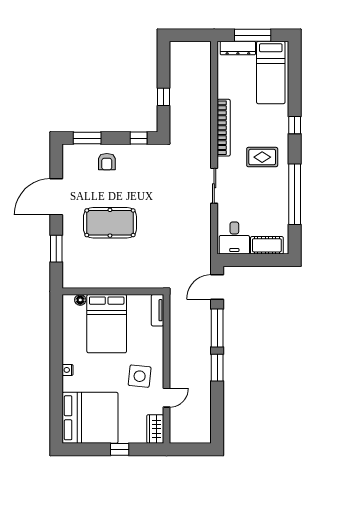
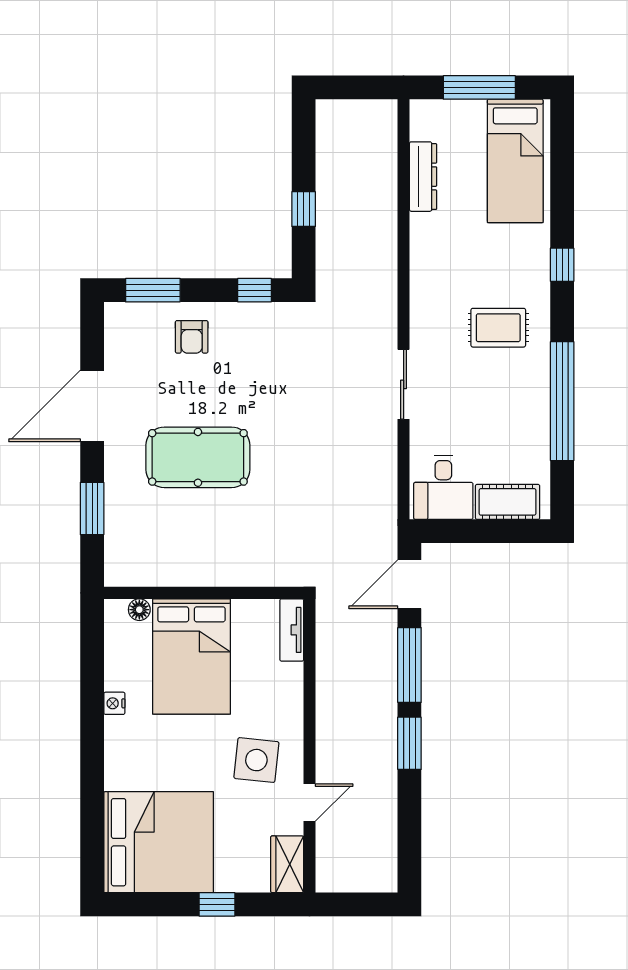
dresser: (238, 48) -> (423, 177), moved, turned -90
bookcase: (224, 128) -> (422, 270), removed
nightstand: (68, 370) -> (114, 703), moved

